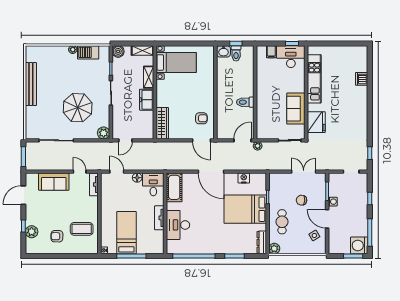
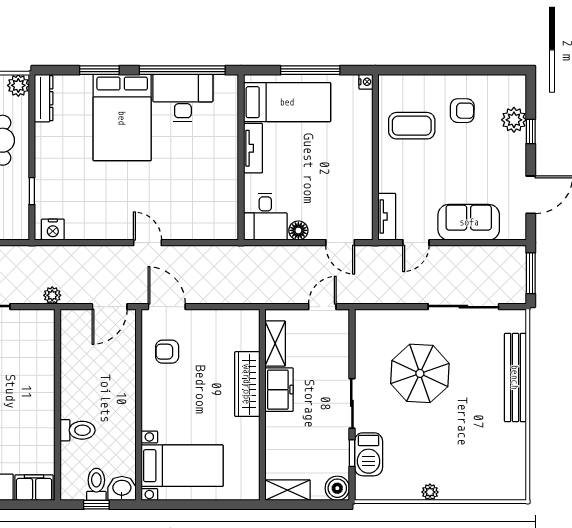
barbecue: (88, 52) -> (369, 454), moved, turned 90
filing cabinet: (271, 52) -> (34, 488), width x2.00
bed with nightstands: (176, 62) -> (182, 466), moved, turned 180
shelving: (149, 77) -> (275, 344), moved
bench: (31, 84) -> (515, 377), moved
toilet: (245, 102) -> (78, 430), moved
wardrobe: (162, 123) -> (247, 384), moved
plant: (104, 133) -> (367, 322), removed
door: (242, 140) -> (110, 307), moved
door: (80, 172) -> (416, 243), hinge flipped
door: (211, 172) -> (148, 243), width x0.53
nightstand: (244, 178) -> (53, 230), moved
cot: (174, 187) -> (223, 210), removed
bed: (245, 209) -> (122, 118), moved, turned 90
desk: (178, 225) -> (183, 98), moved, turned -90
bed: (126, 233) -> (287, 102), moved, turned -90

